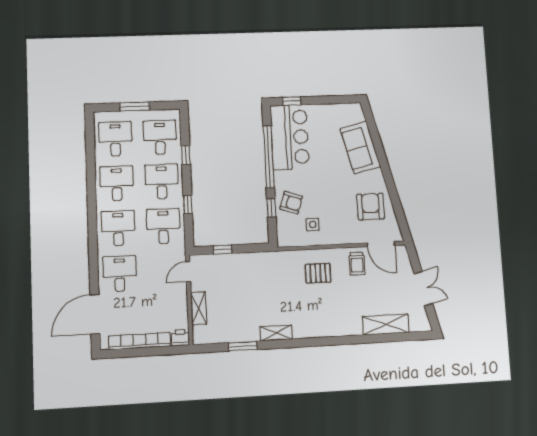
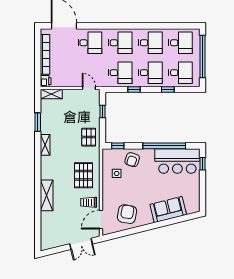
window: (135, 107) -> (202, 57), width x2.11
armchair: (371, 207) -> (127, 214), turned -80
window: (271, 208) -> (118, 146), moved
pallet: (261, 268) -> (89, 137), added
pallet: (318, 273) -> (83, 175), width x1.50, depth x1.42
double door: (423, 289) -> (81, 244), moved
shelving: (199, 308) -> (51, 94), moved
shelving: (386, 324) -> (47, 195), moved

